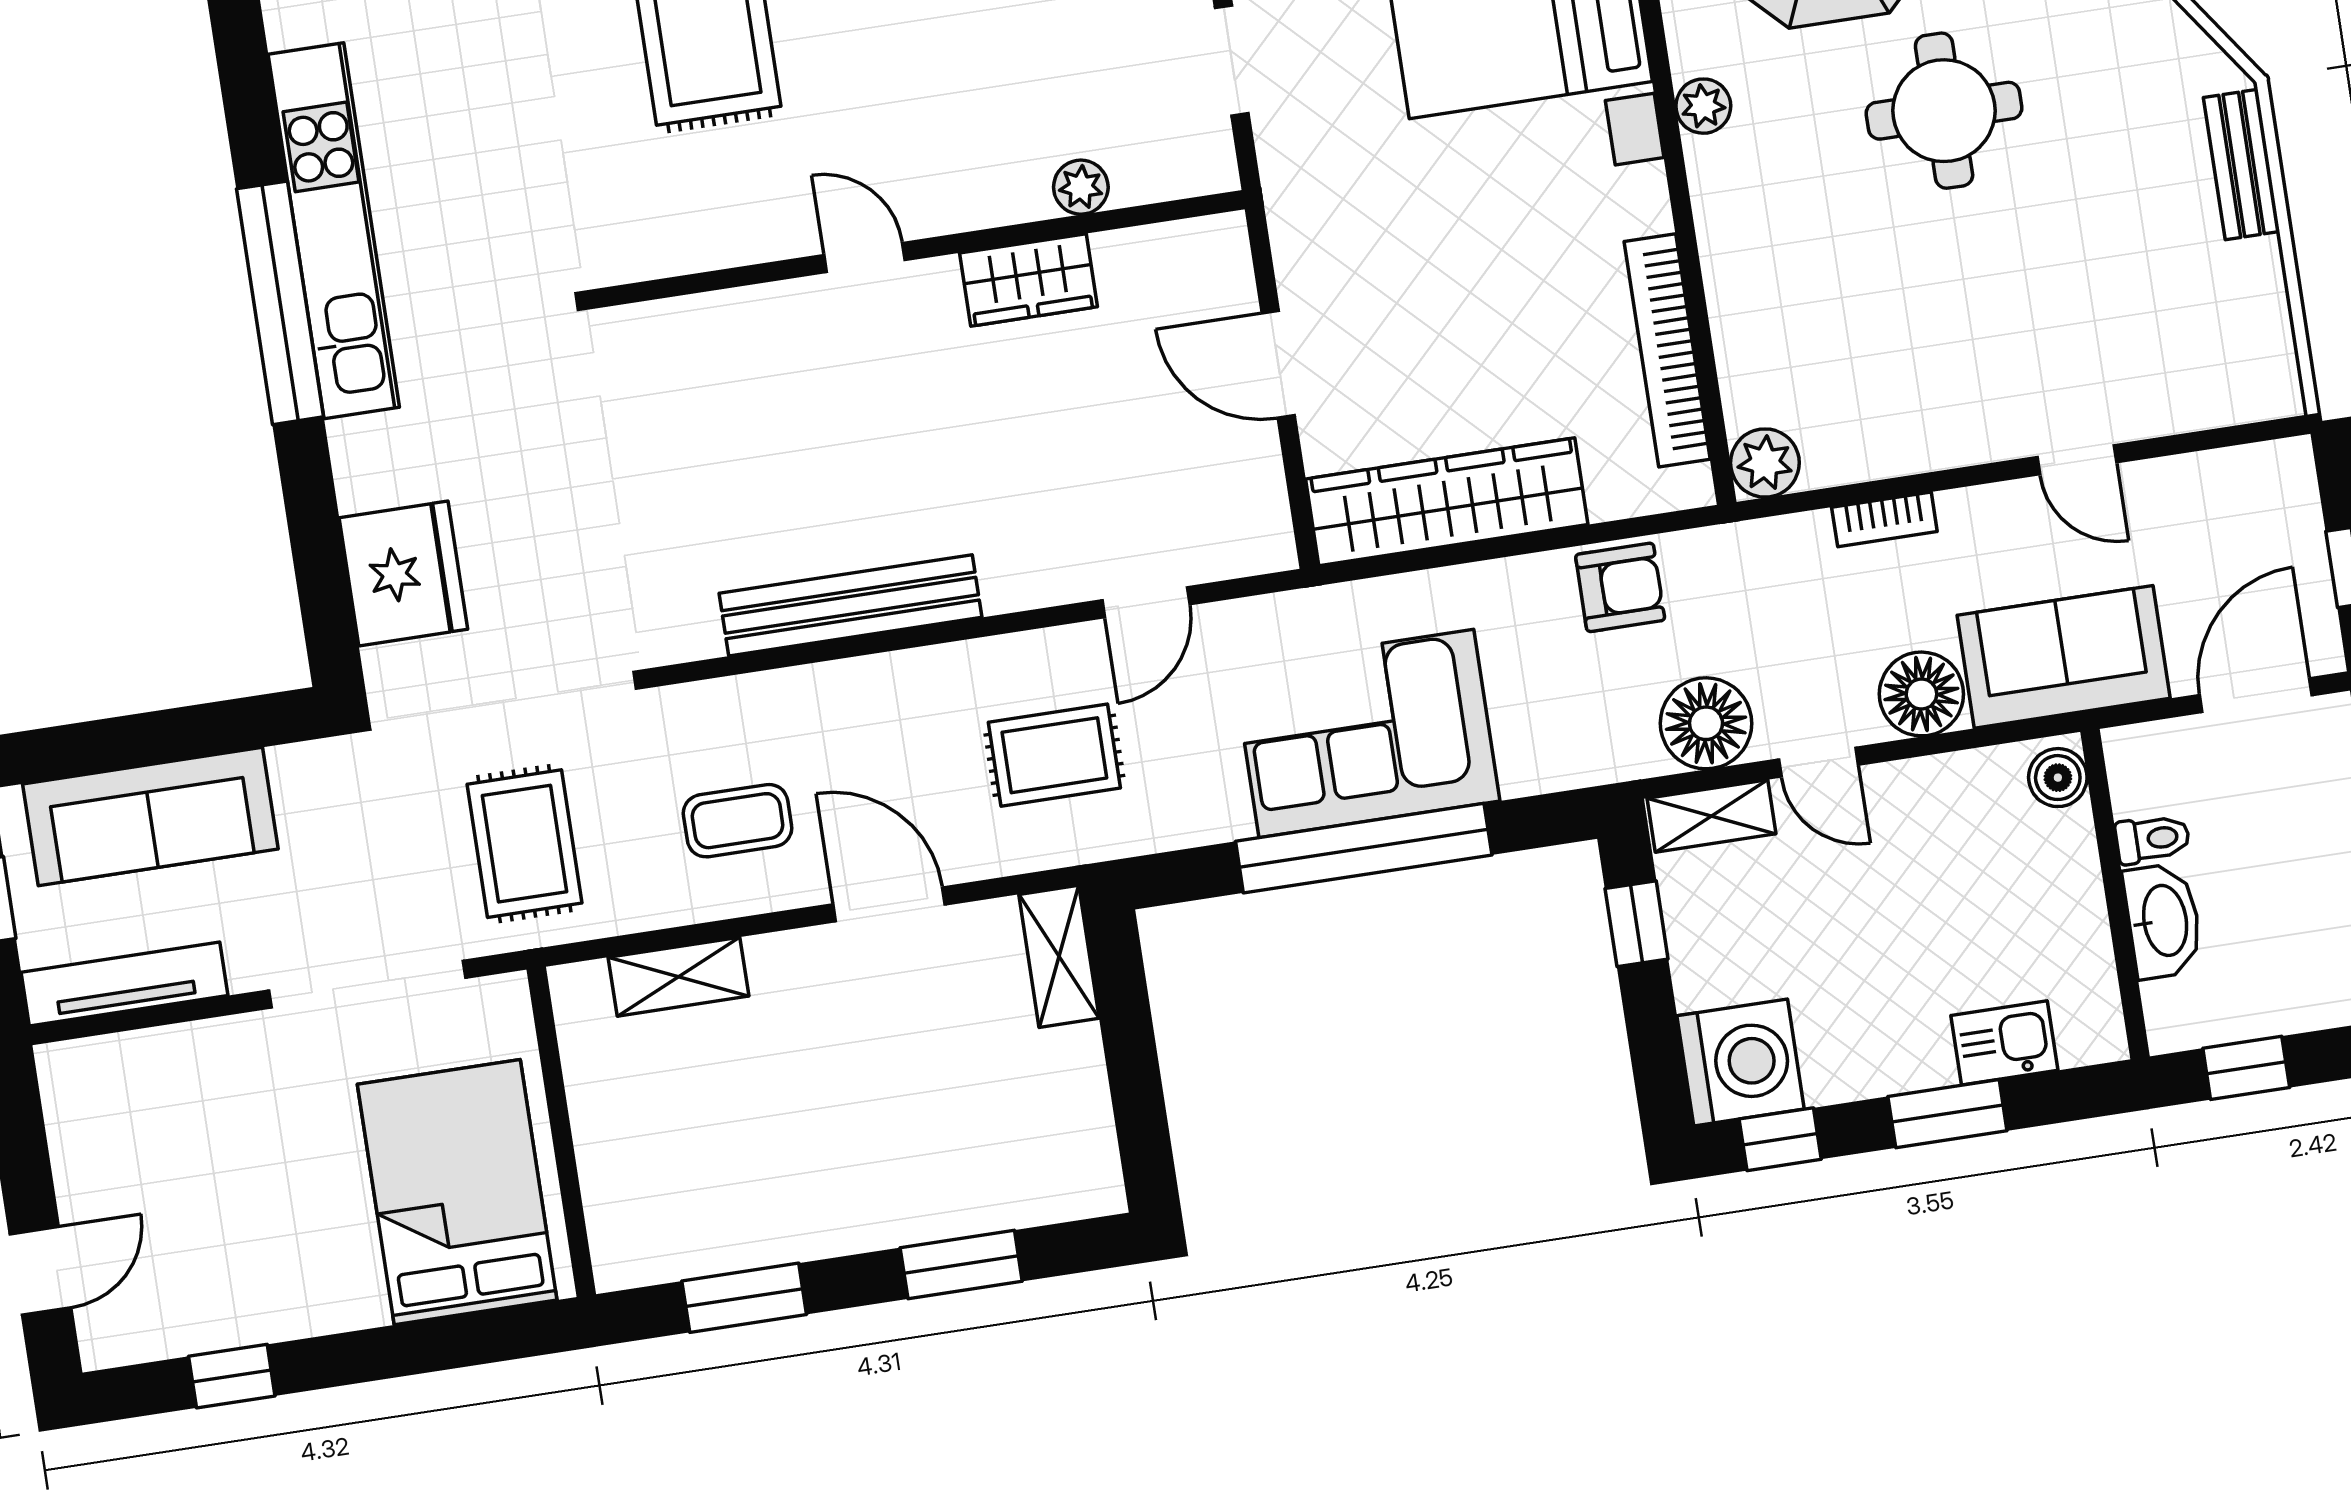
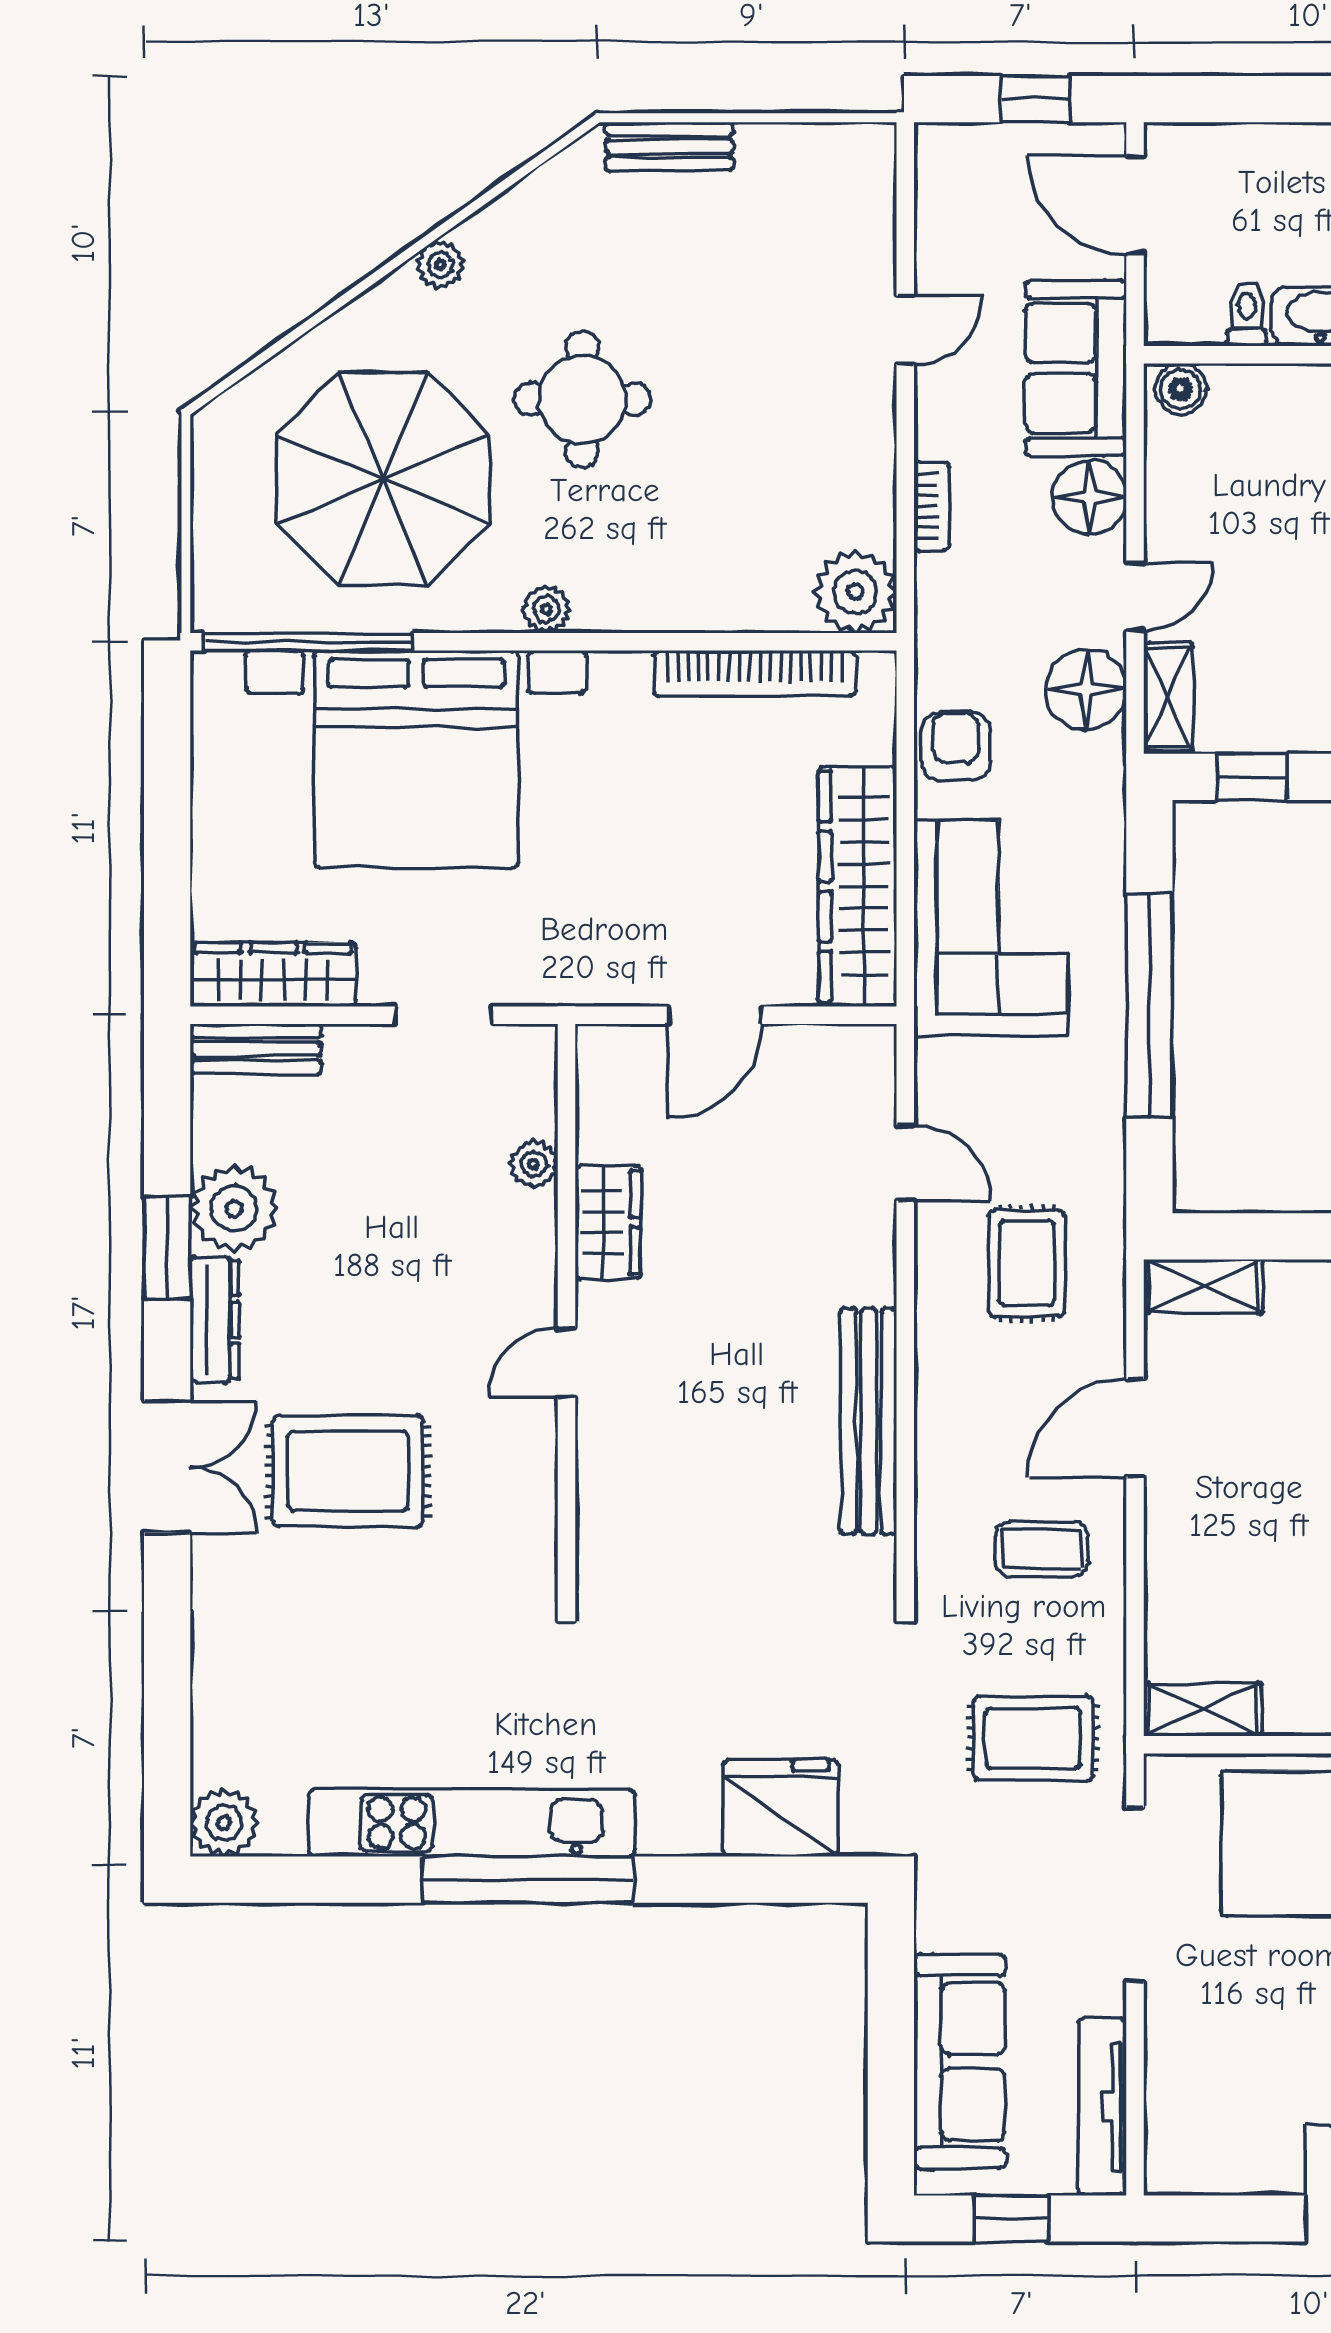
plant: (1765, 463) -> (855, 592), width x1.36, depth x1.36
corner sofa: (1366, 734) -> (991, 928), moved, turned 180
coffee table: (738, 821) -> (1042, 1549), turned 90
shelving: (679, 977) -> (1202, 1710), moved, turned 90

